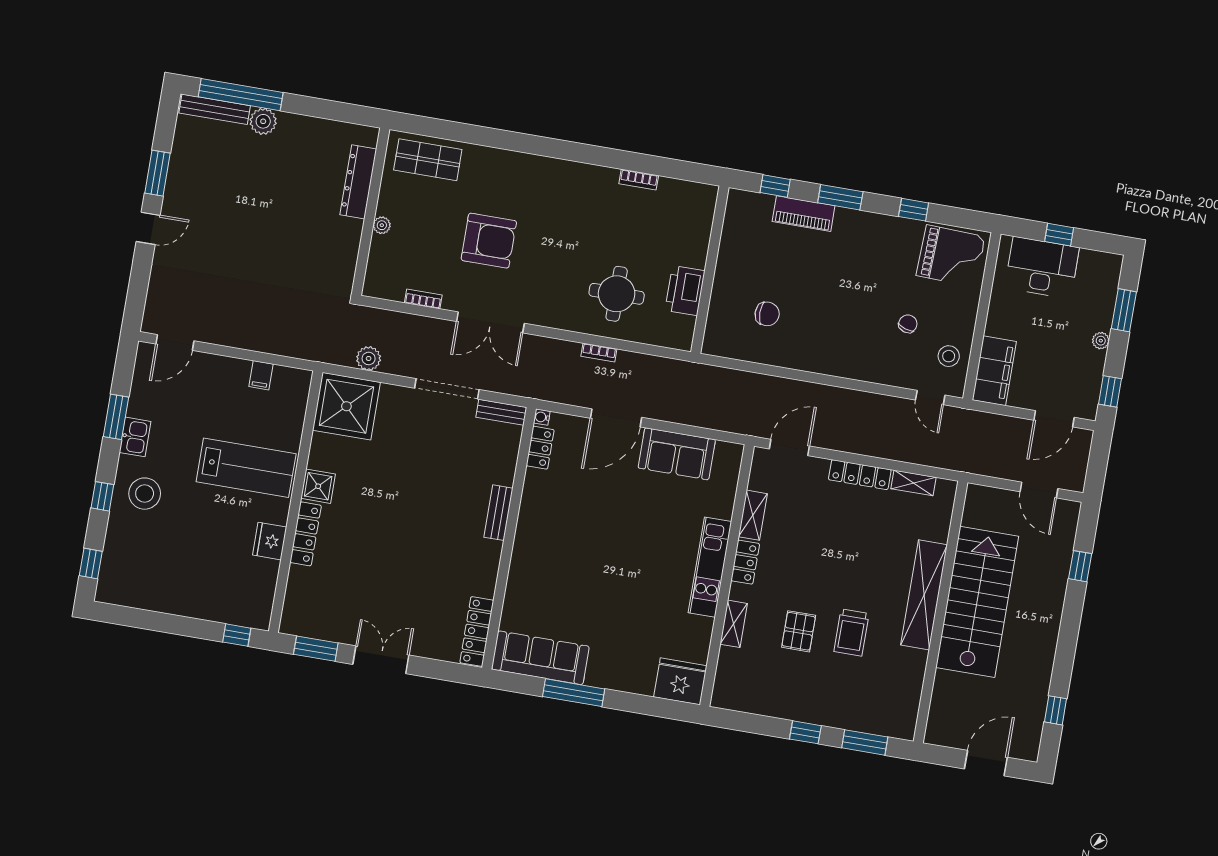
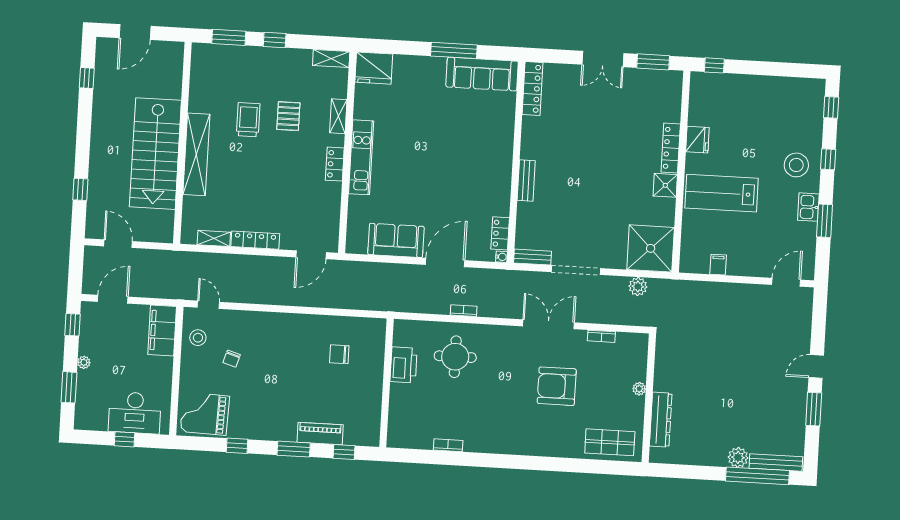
shelving: (753, 515) -> (331, 58), moved, turned 90

